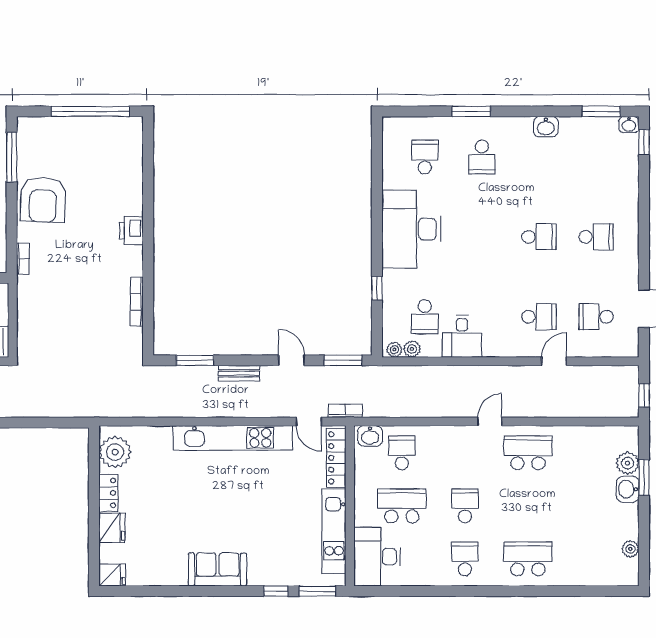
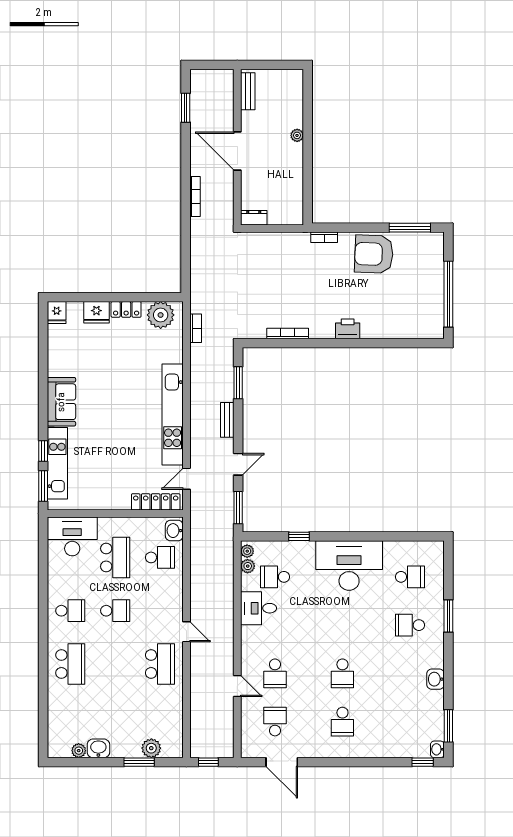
bookcase: (345, 411) -> (196, 328), moved
washbasin: (628, 489) -> (98, 748), moved
kitchen unit: (334, 531) -> (57, 463), moved, turned 90

